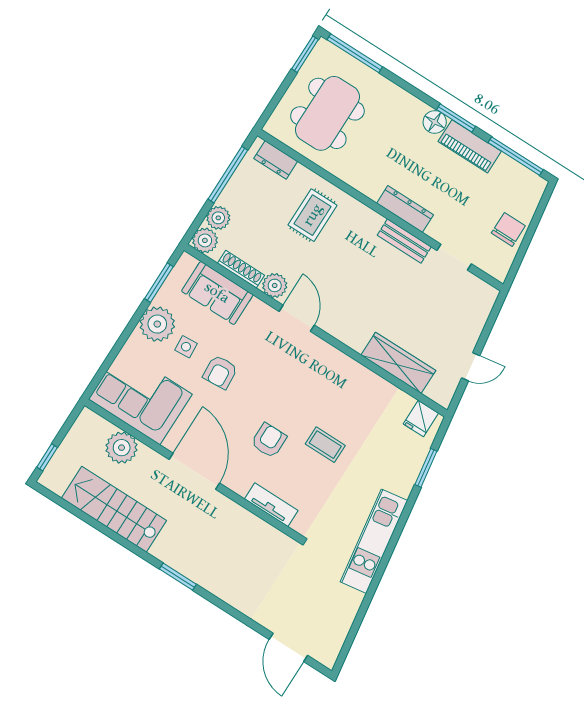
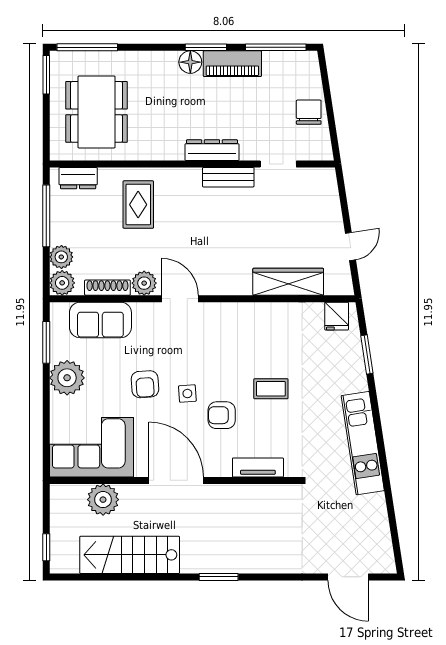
side table: (186, 347) -> (187, 394), moved
armchair: (269, 440) -> (222, 415), turned -90

